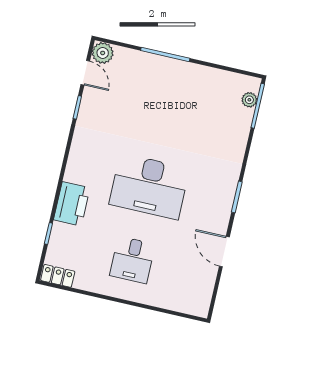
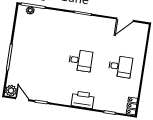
door: (85, 73) -> (22, 99), hinge flipped
desk: (149, 186) -> (80, 60), width x0.53, depth x0.77
printer: (72, 204) -> (83, 100), moved
door: (224, 252) -> (125, 20), moved

